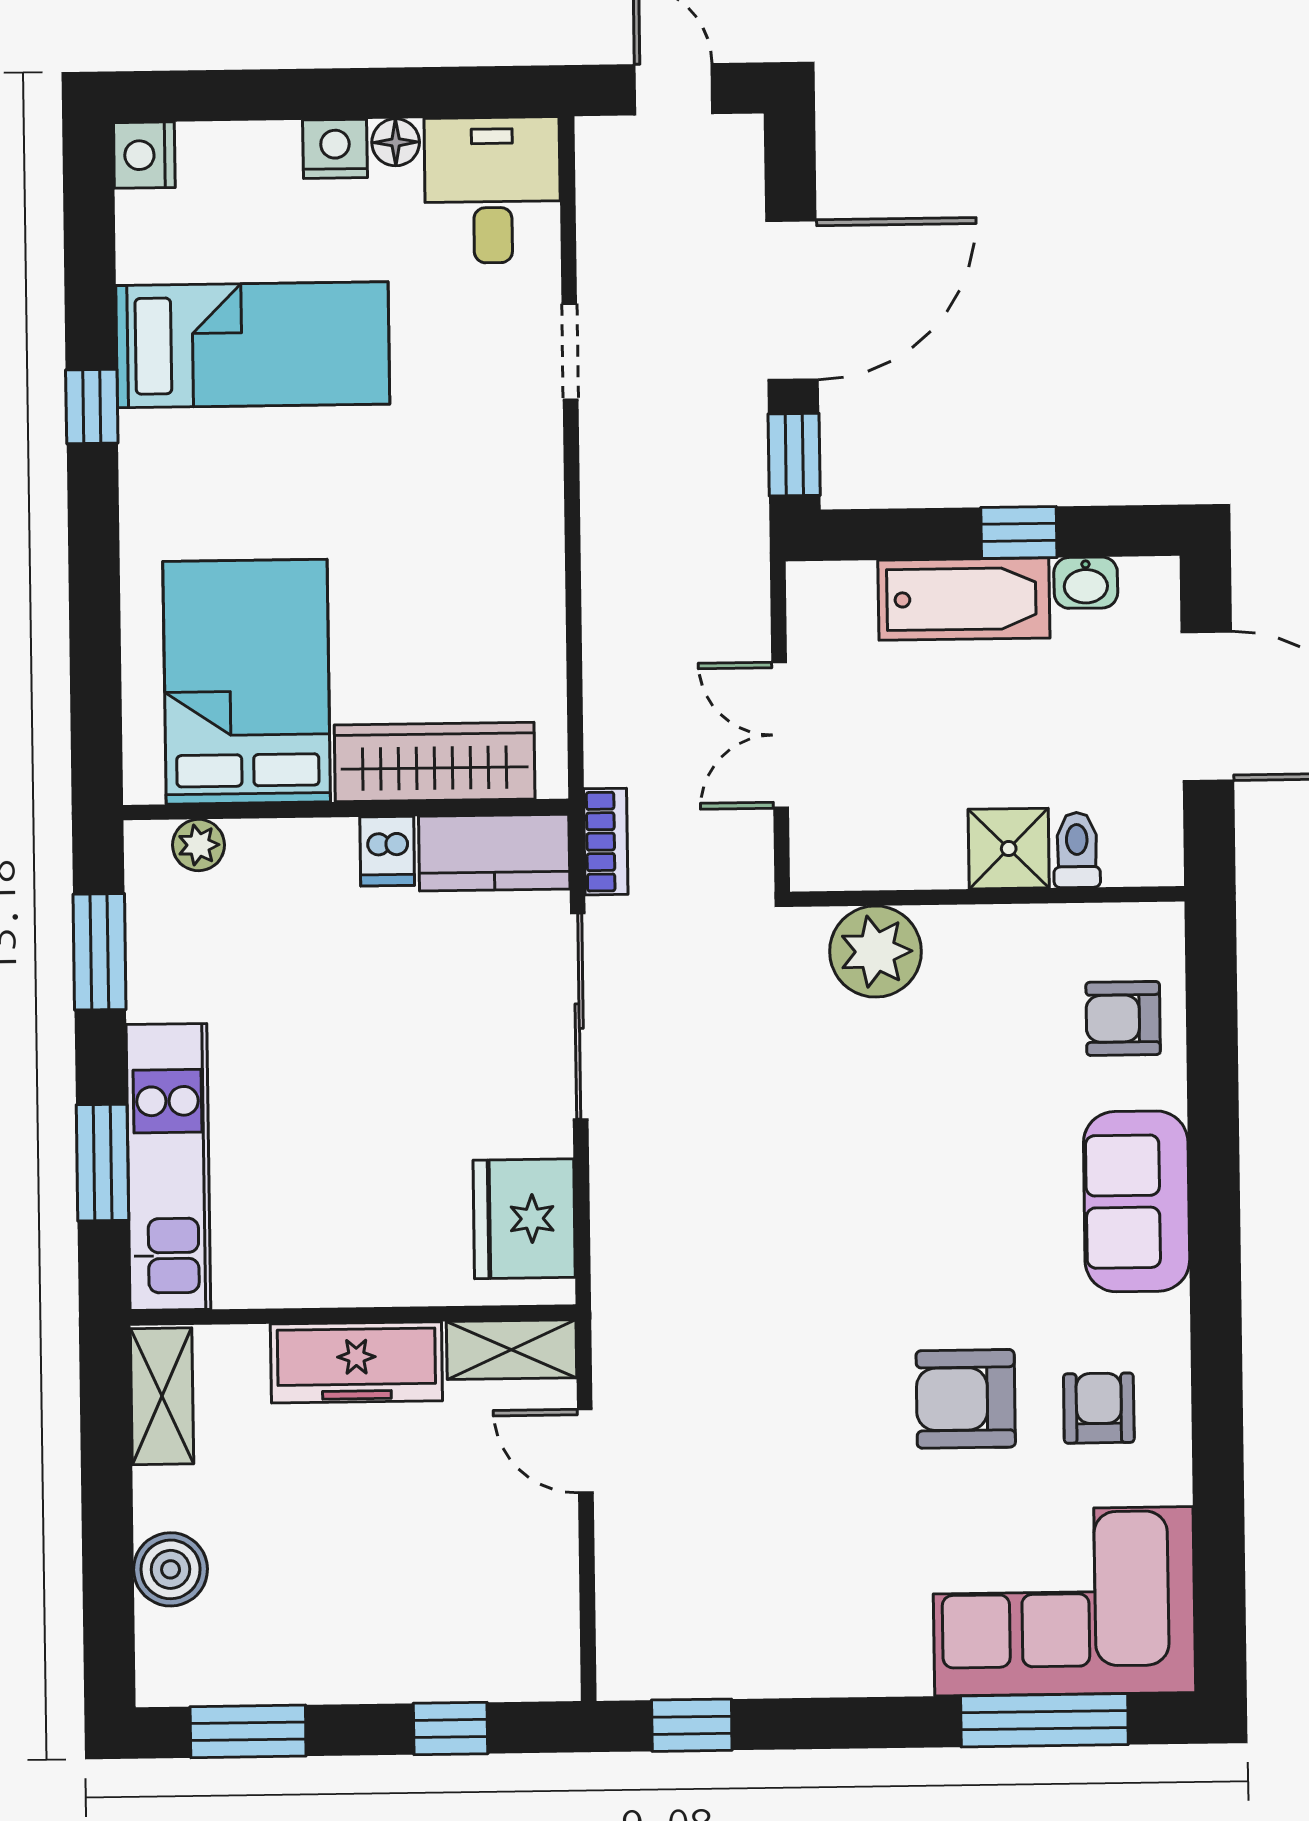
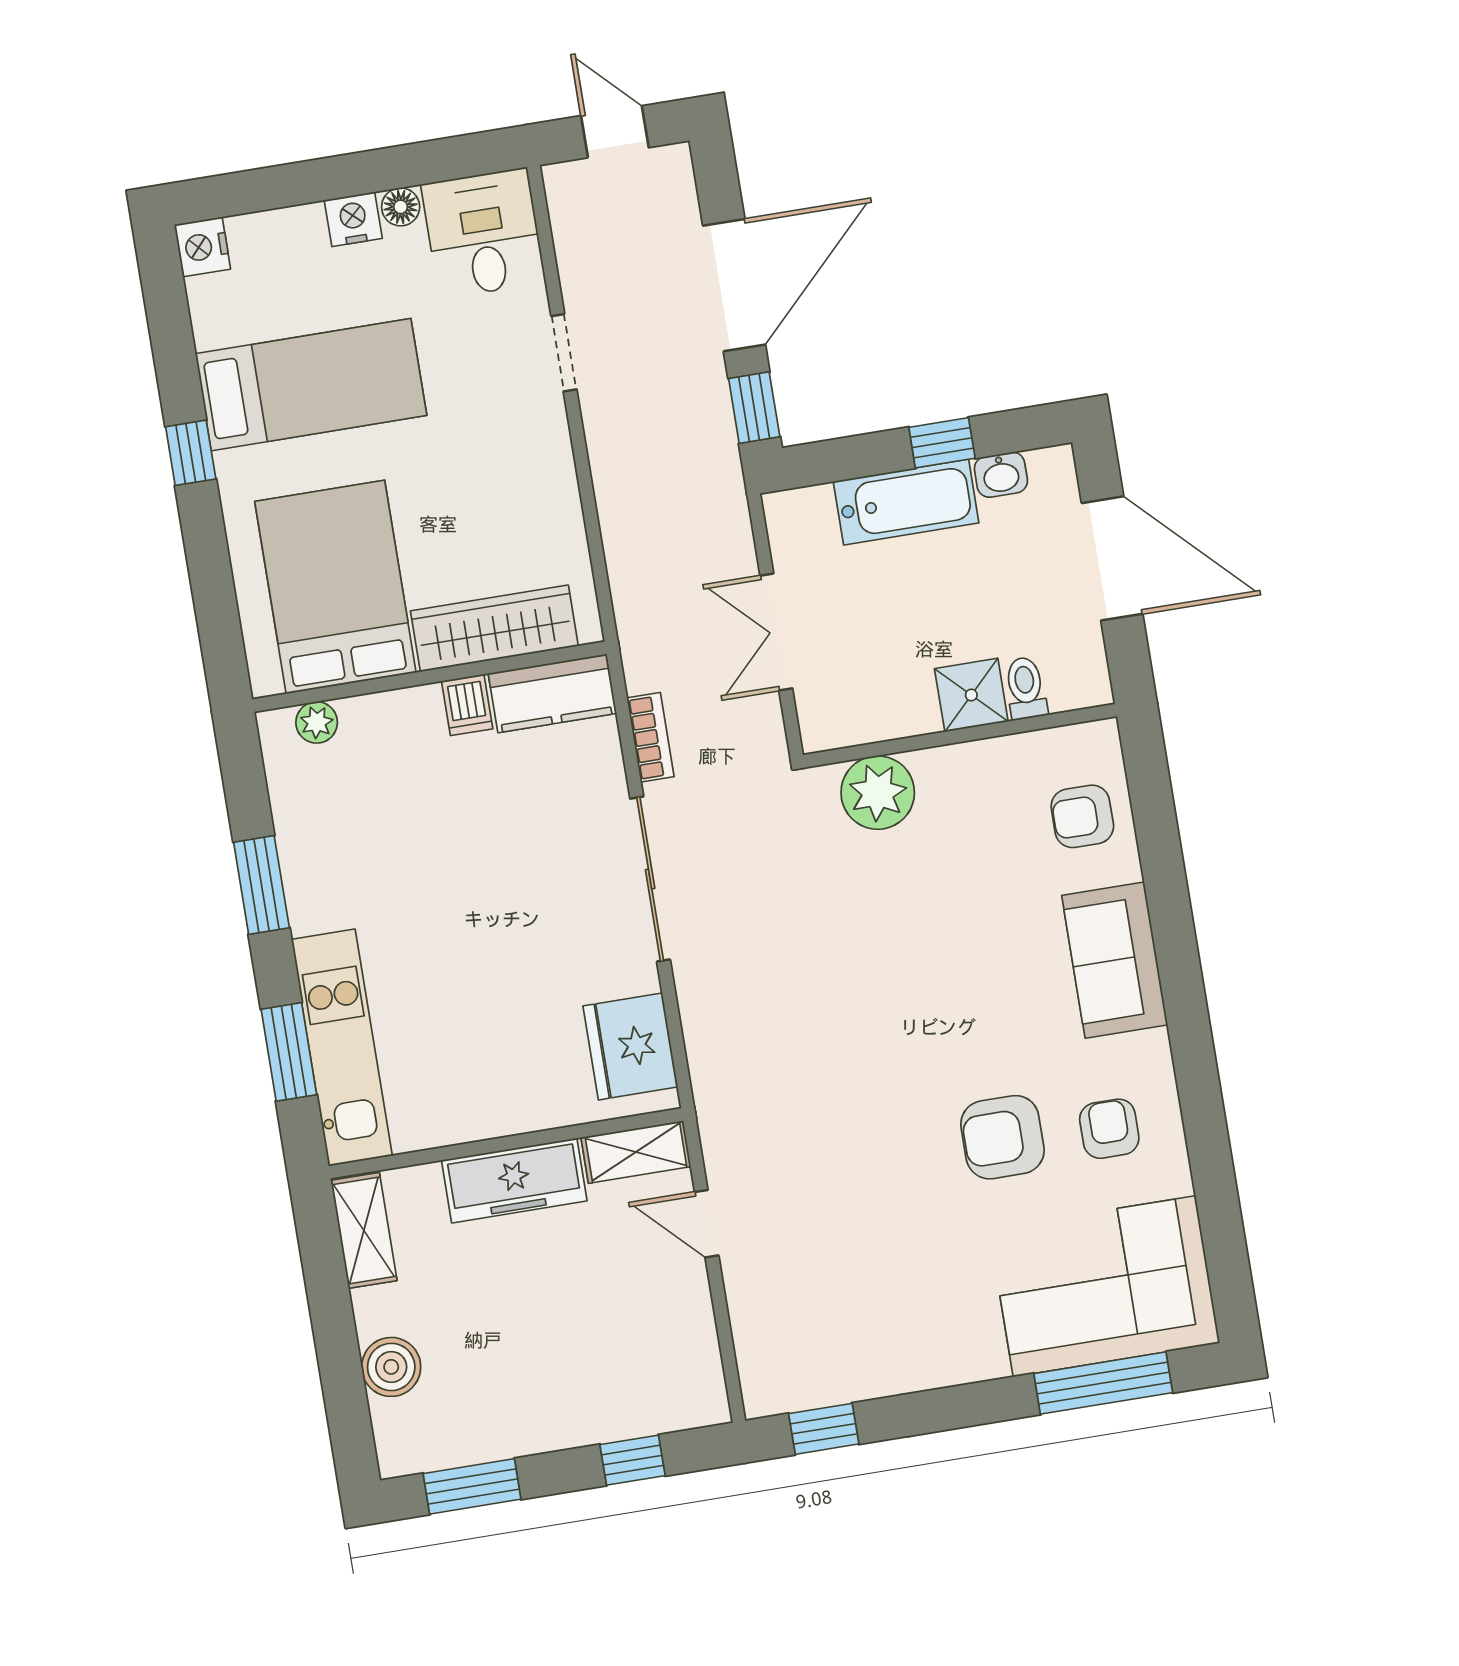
bed: (247, 682) -> (335, 587), moved
wardrobe: (435, 762) -> (494, 628), moved
wall: (346, 809) -> (429, 677), moved
plant: (198, 845) -> (317, 722), moved
dishwasher: (387, 851) -> (467, 705), moved
kitchen counter: (494, 853) -> (552, 693), moved

